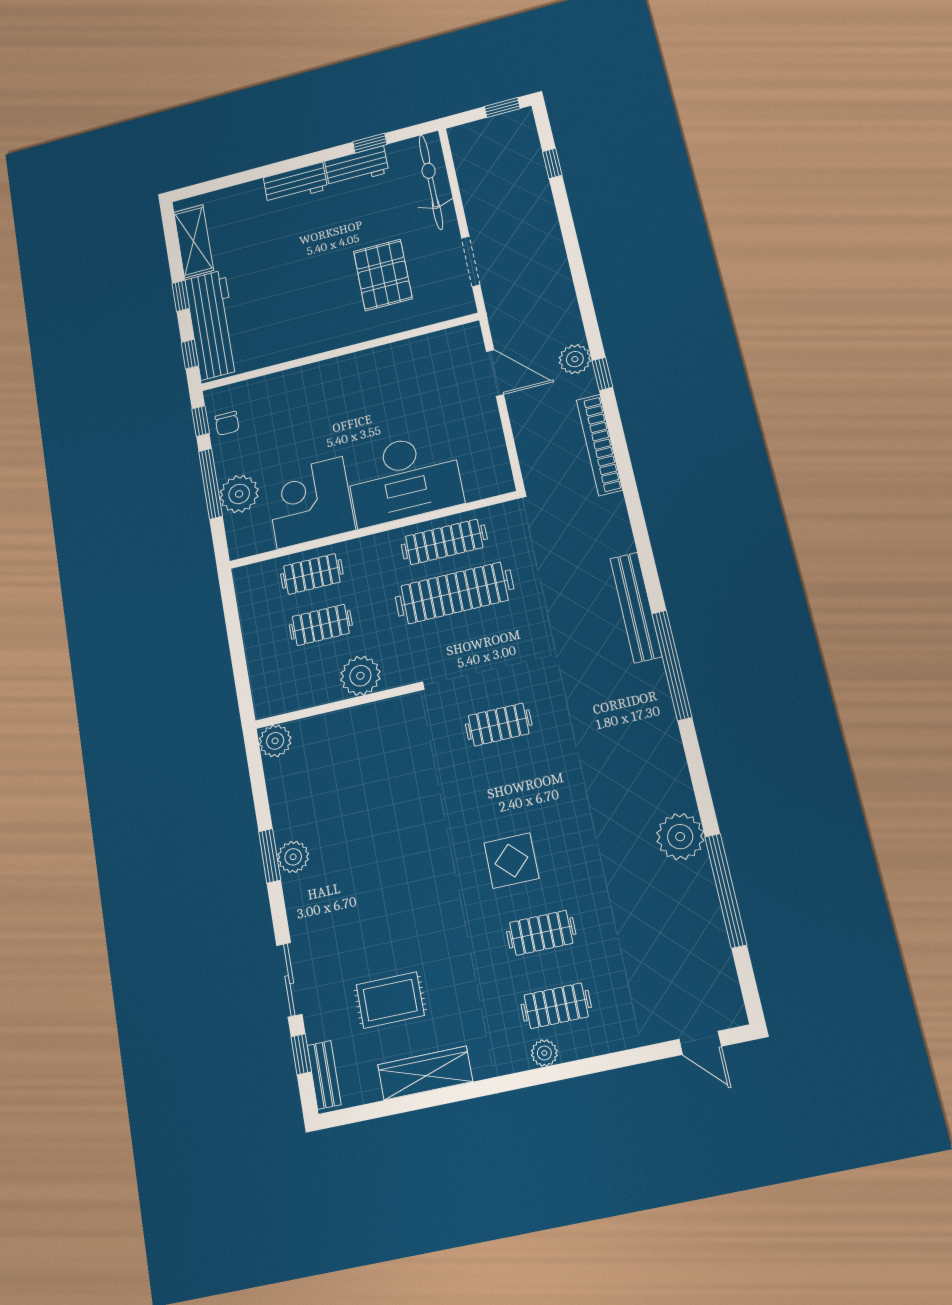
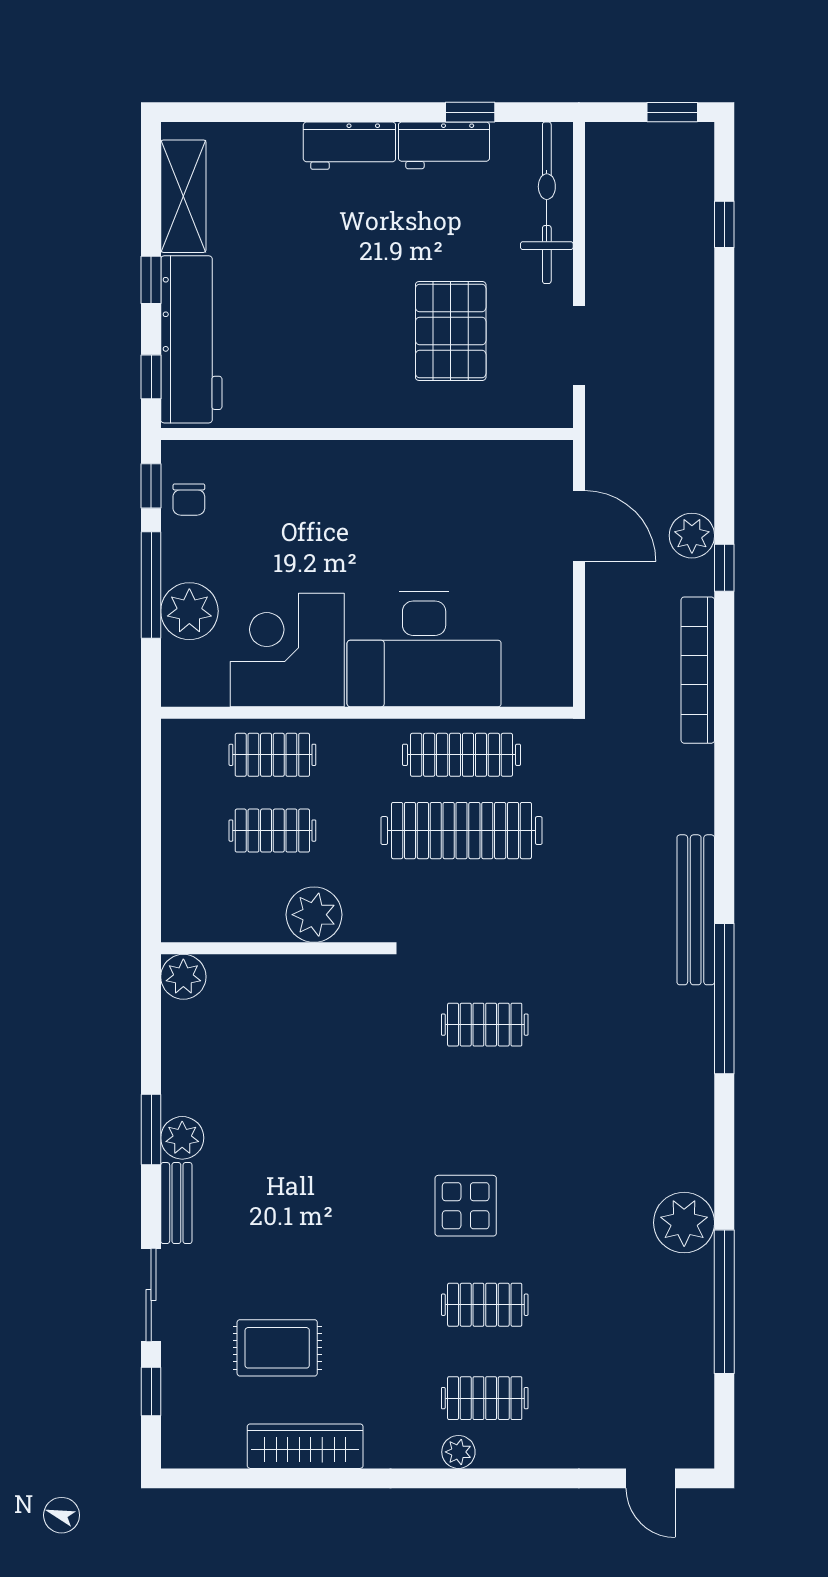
bench: (324, 1075) -> (176, 1203), moved

